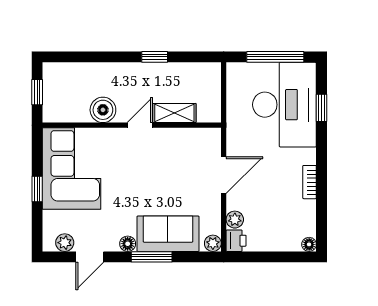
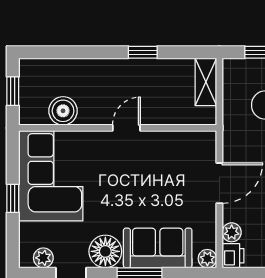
boiler: (103, 110) -> (63, 111), moved
shelving: (174, 113) -> (206, 82), moved, turned 90
floor lamp: (128, 244) -> (105, 251), width x1.89, depth x1.89

